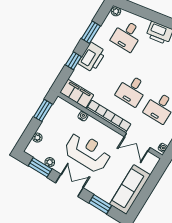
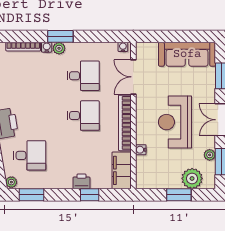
window: (91, 32) -> (32, 195), moved
printer: (92, 57) -> (81, 181), width x0.53, depth x0.68
window: (43, 110) -> (179, 195), moved
plant: (37, 138) -> (192, 178), width x1.87, depth x1.87
double door: (137, 142) -> (133, 77), swing flipped

